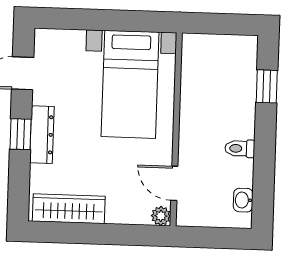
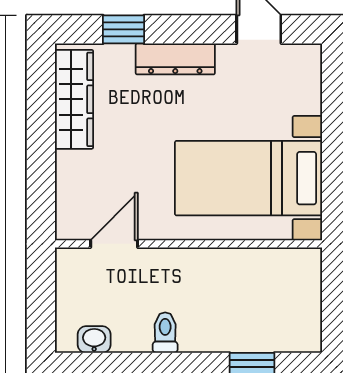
window: (21, 134) -> (124, 29), moved
plant: (161, 216) -> (68, 227), removed

